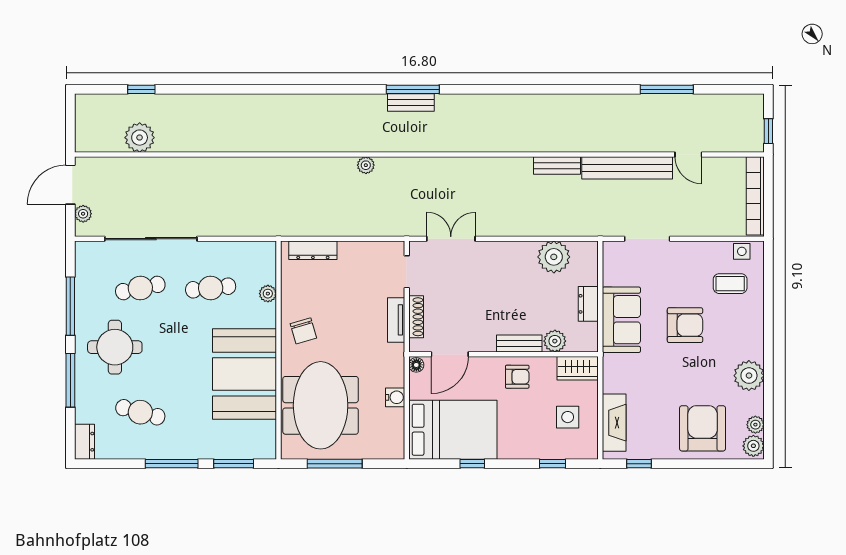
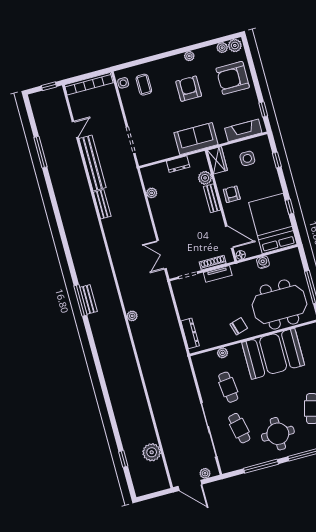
plant: (554, 257) -> (152, 193), width x0.53, depth x0.53
sofa: (621, 320) -> (196, 139), moved
armchair: (685, 325) -> (189, 89), moved
plant: (749, 376) -> (189, 56), width x0.53, depth x0.53

